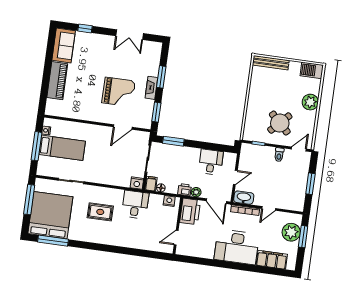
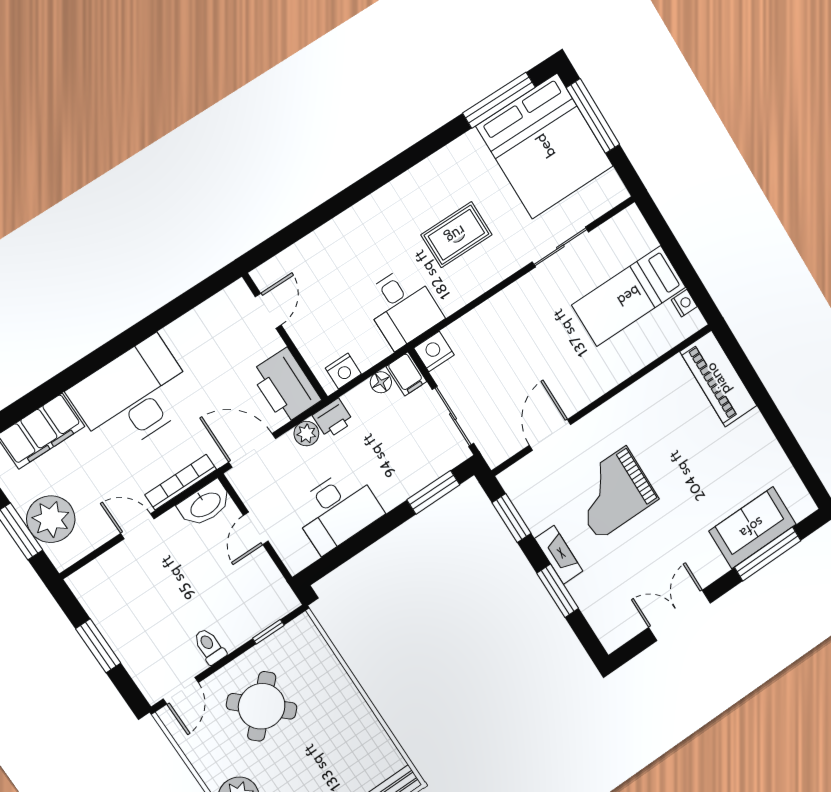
window: (85, 28) -> (768, 554), width x2.17
sofa: (64, 45) -> (752, 528), moved, turned 90
piano: (57, 81) -> (718, 379), moved
window: (37, 146) -> (678, 258), removed
desk: (211, 162) -> (337, 510), width x1.37
window: (29, 200) -> (593, 116), moved
door: (269, 208) -> (137, 526), hinge flipped

